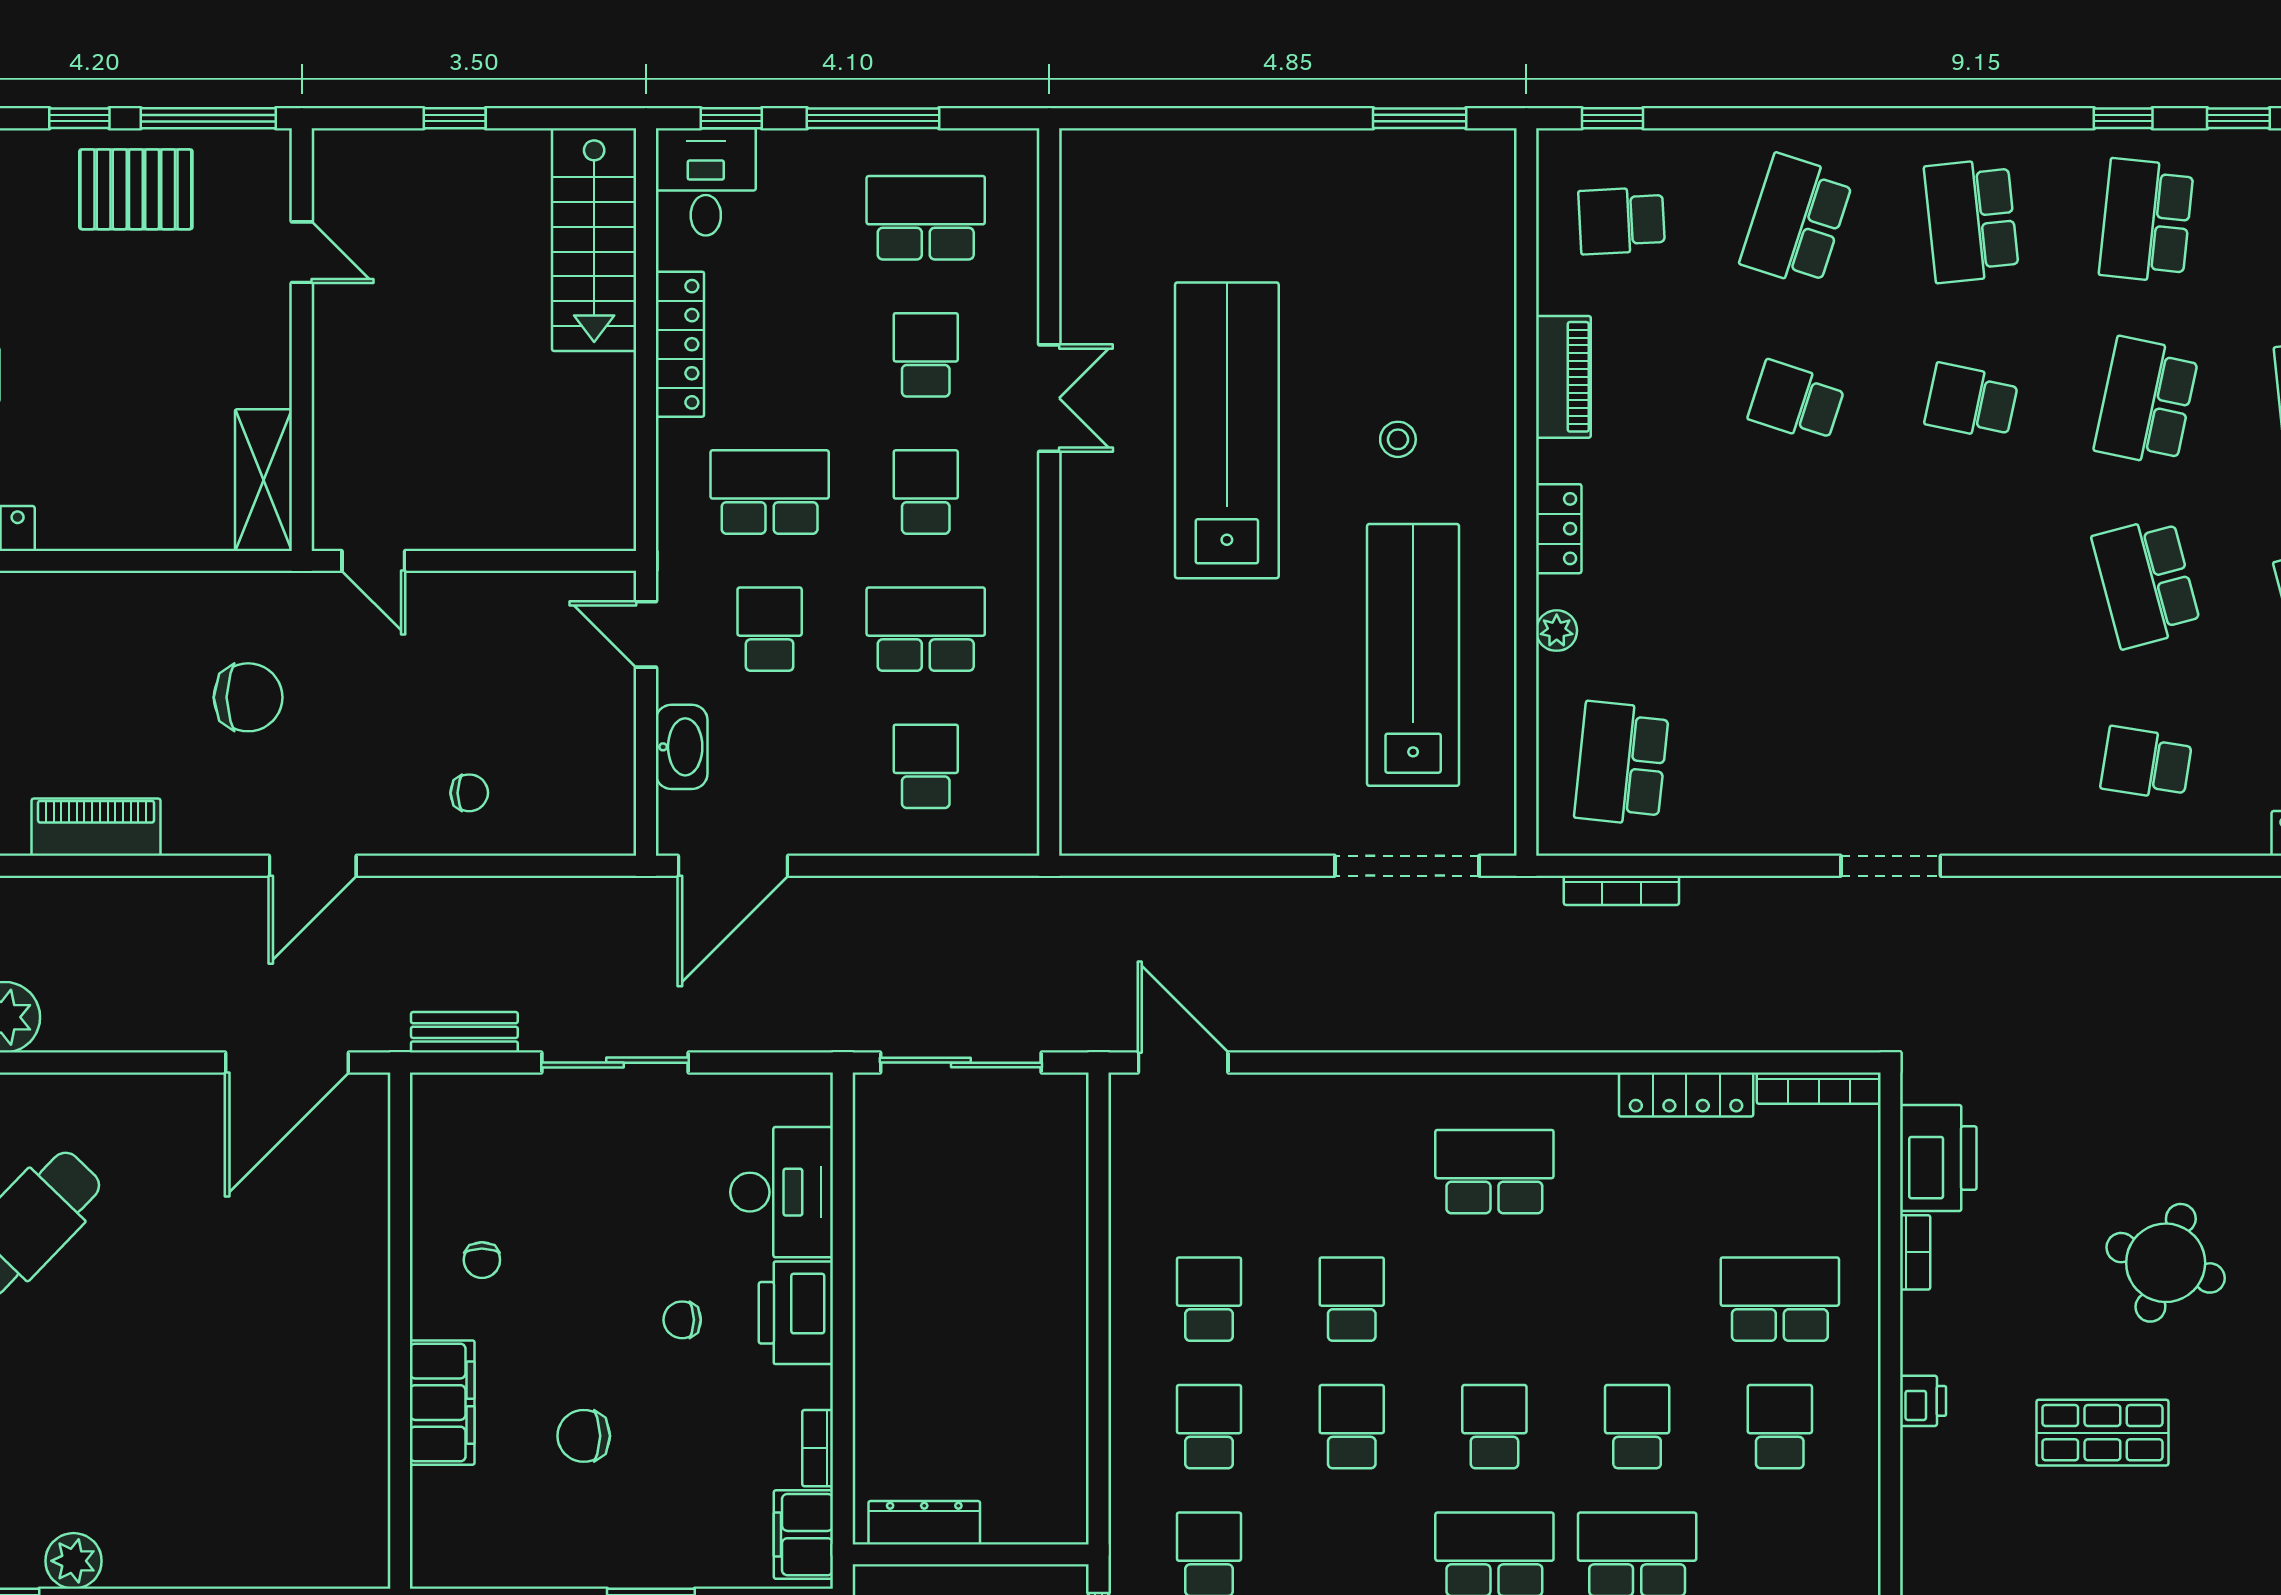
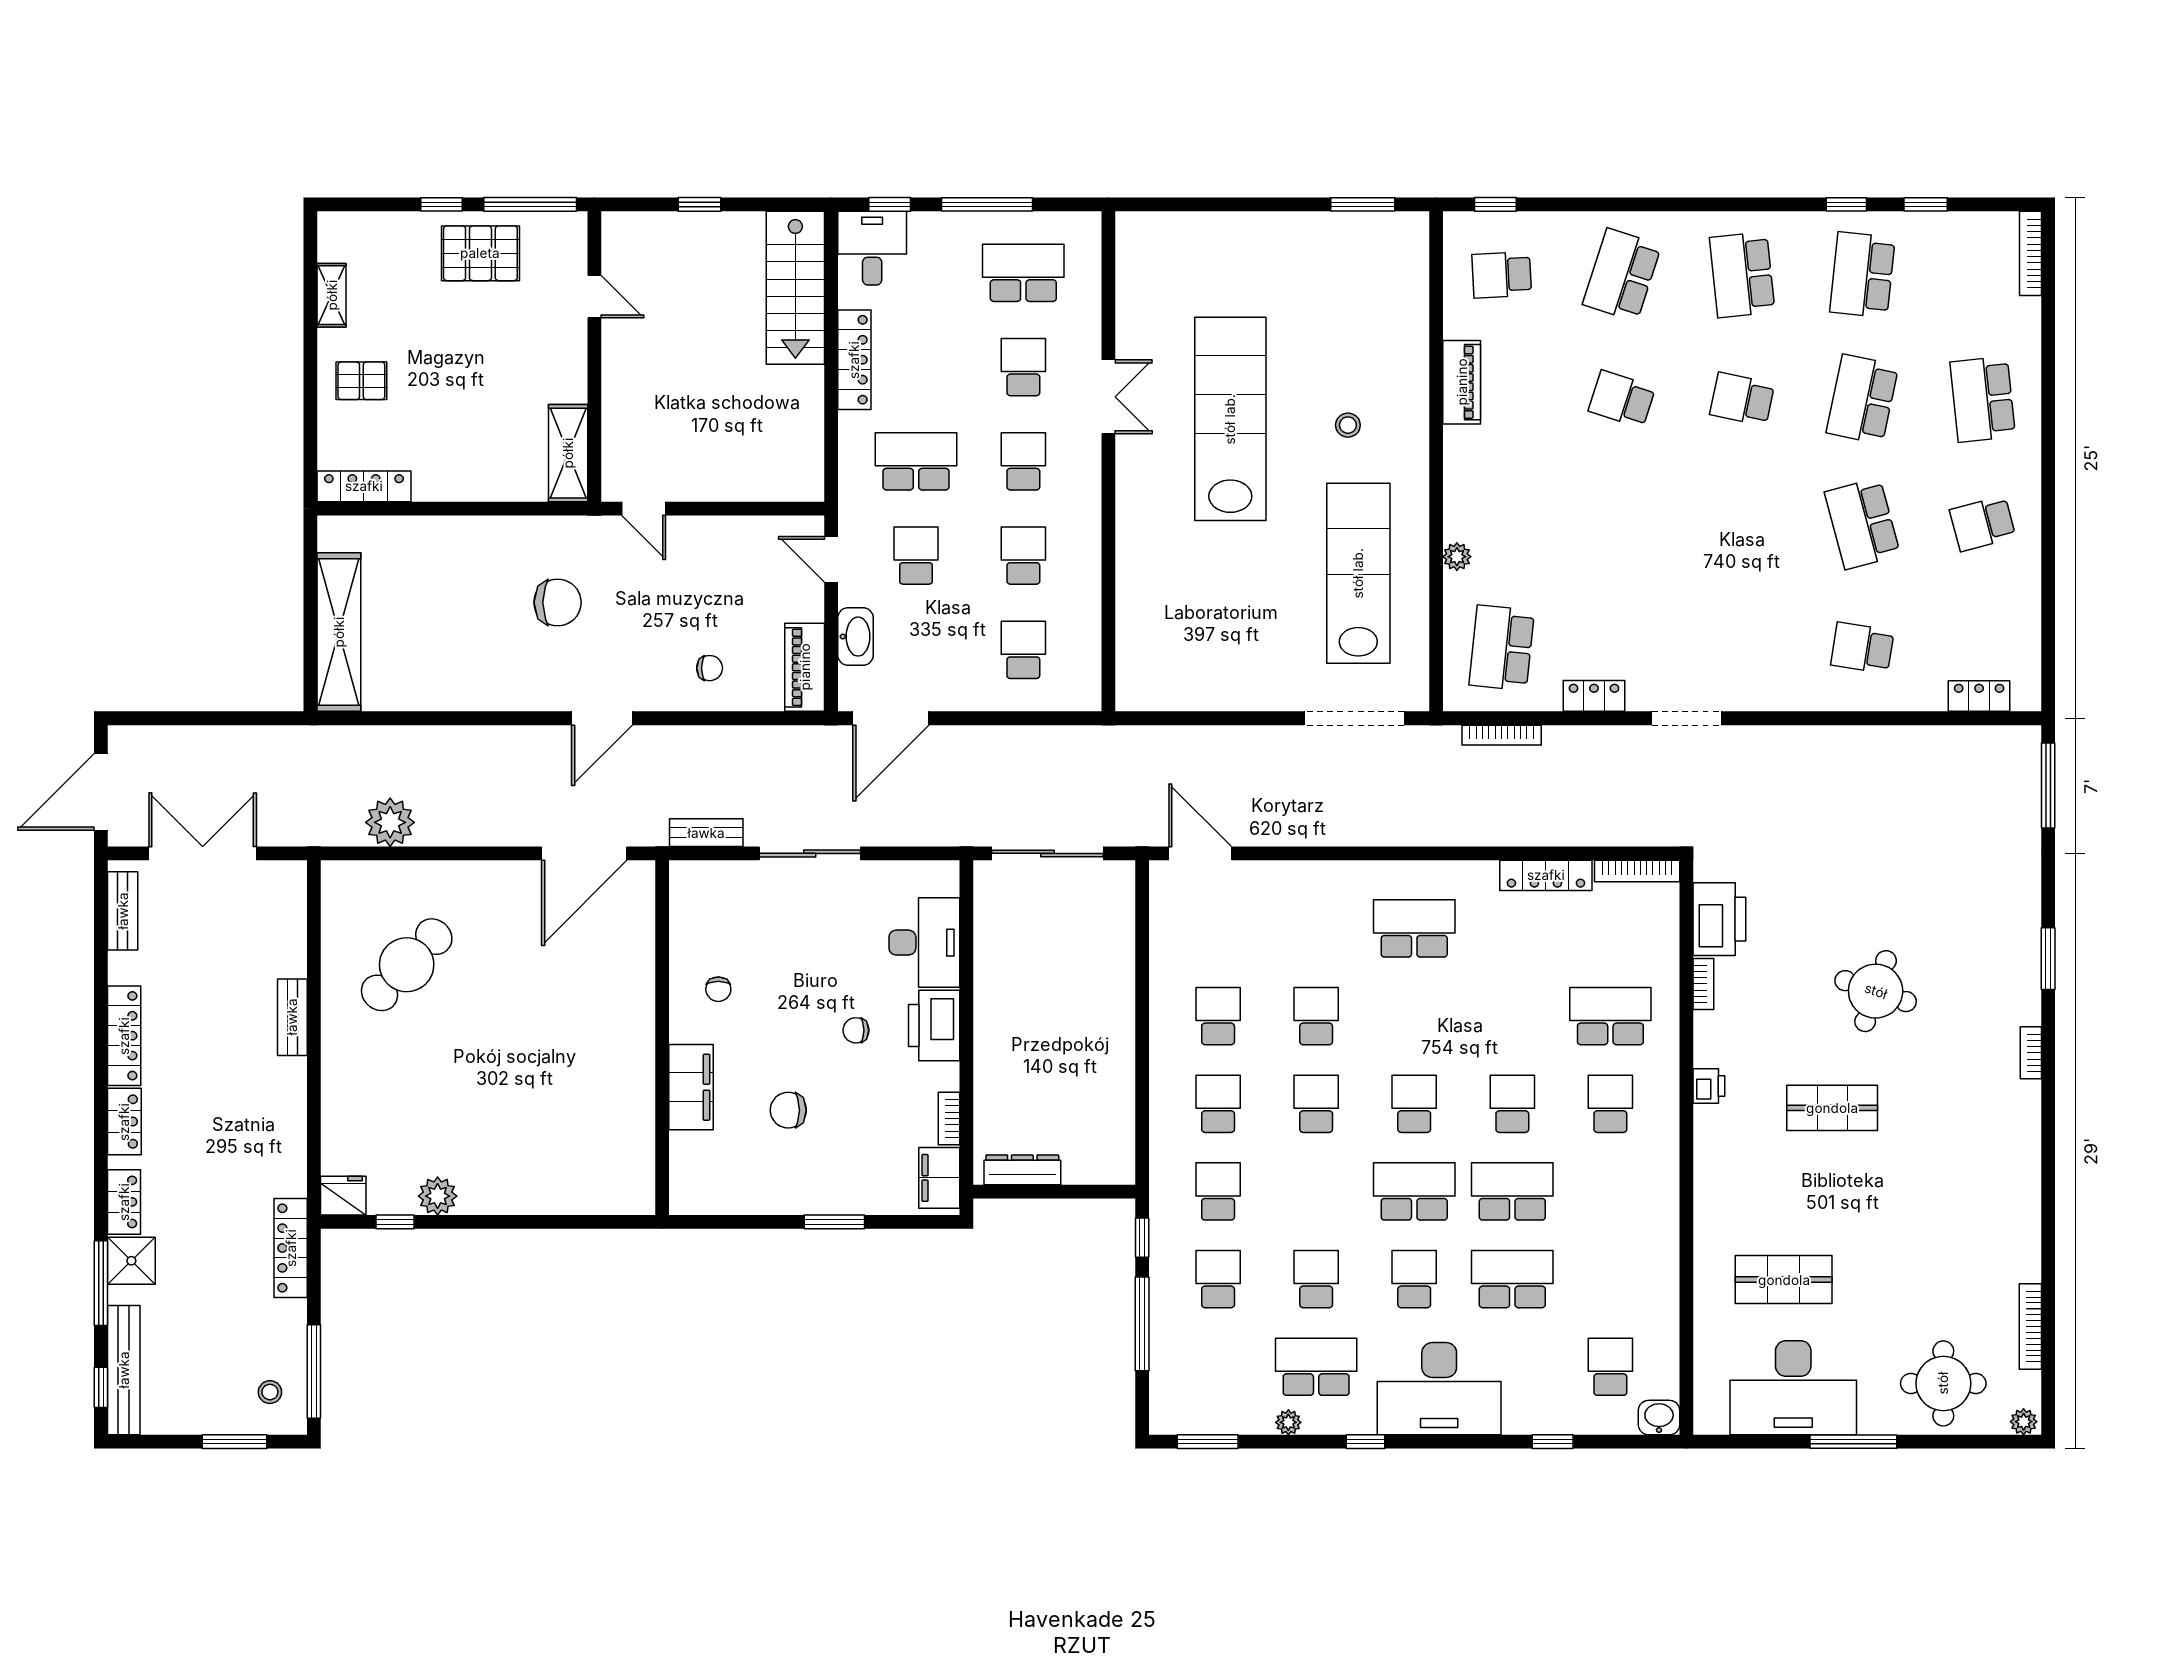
locker: (1559, 529) -> (1594, 696), moved, turned -90
school desk: (926, 629) -> (1023, 556), width x0.54
piano: (96, 827) -> (805, 667), moved, turned -90

